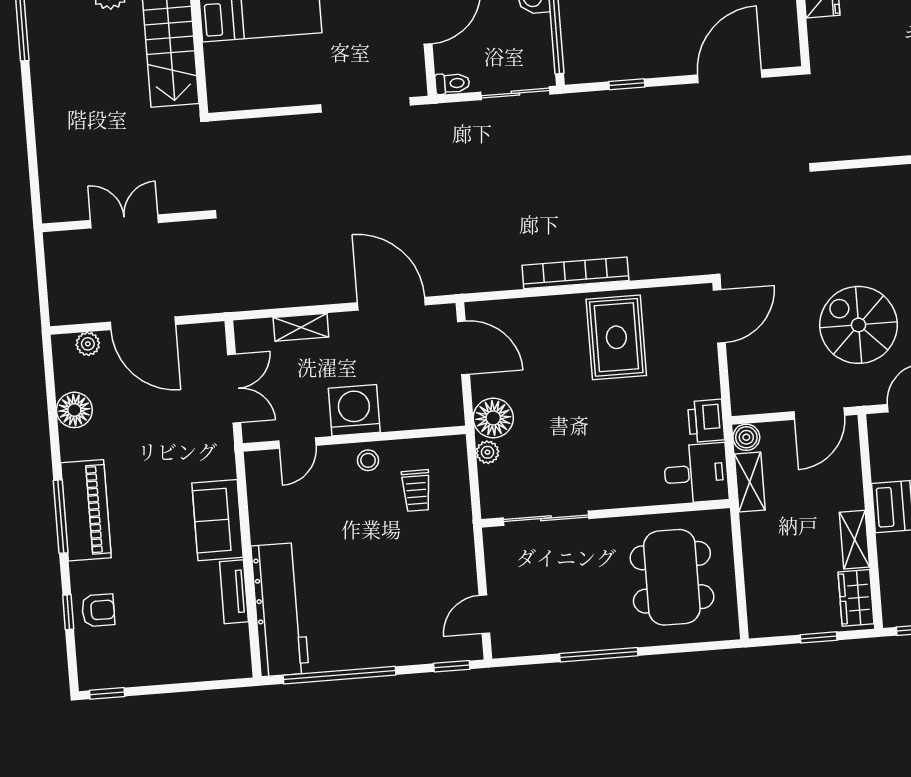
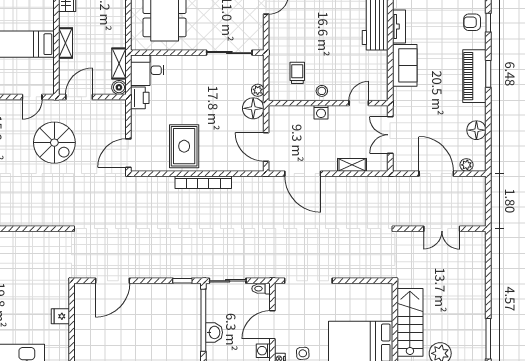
window: (627, 84) -> (182, 281), moved
washing machine: (354, 410) -> (321, 112), width x0.53, depth x0.53
window: (61, 517) -> (488, 74), width x0.69
shelving: (854, 540) -> (66, 43), moved

